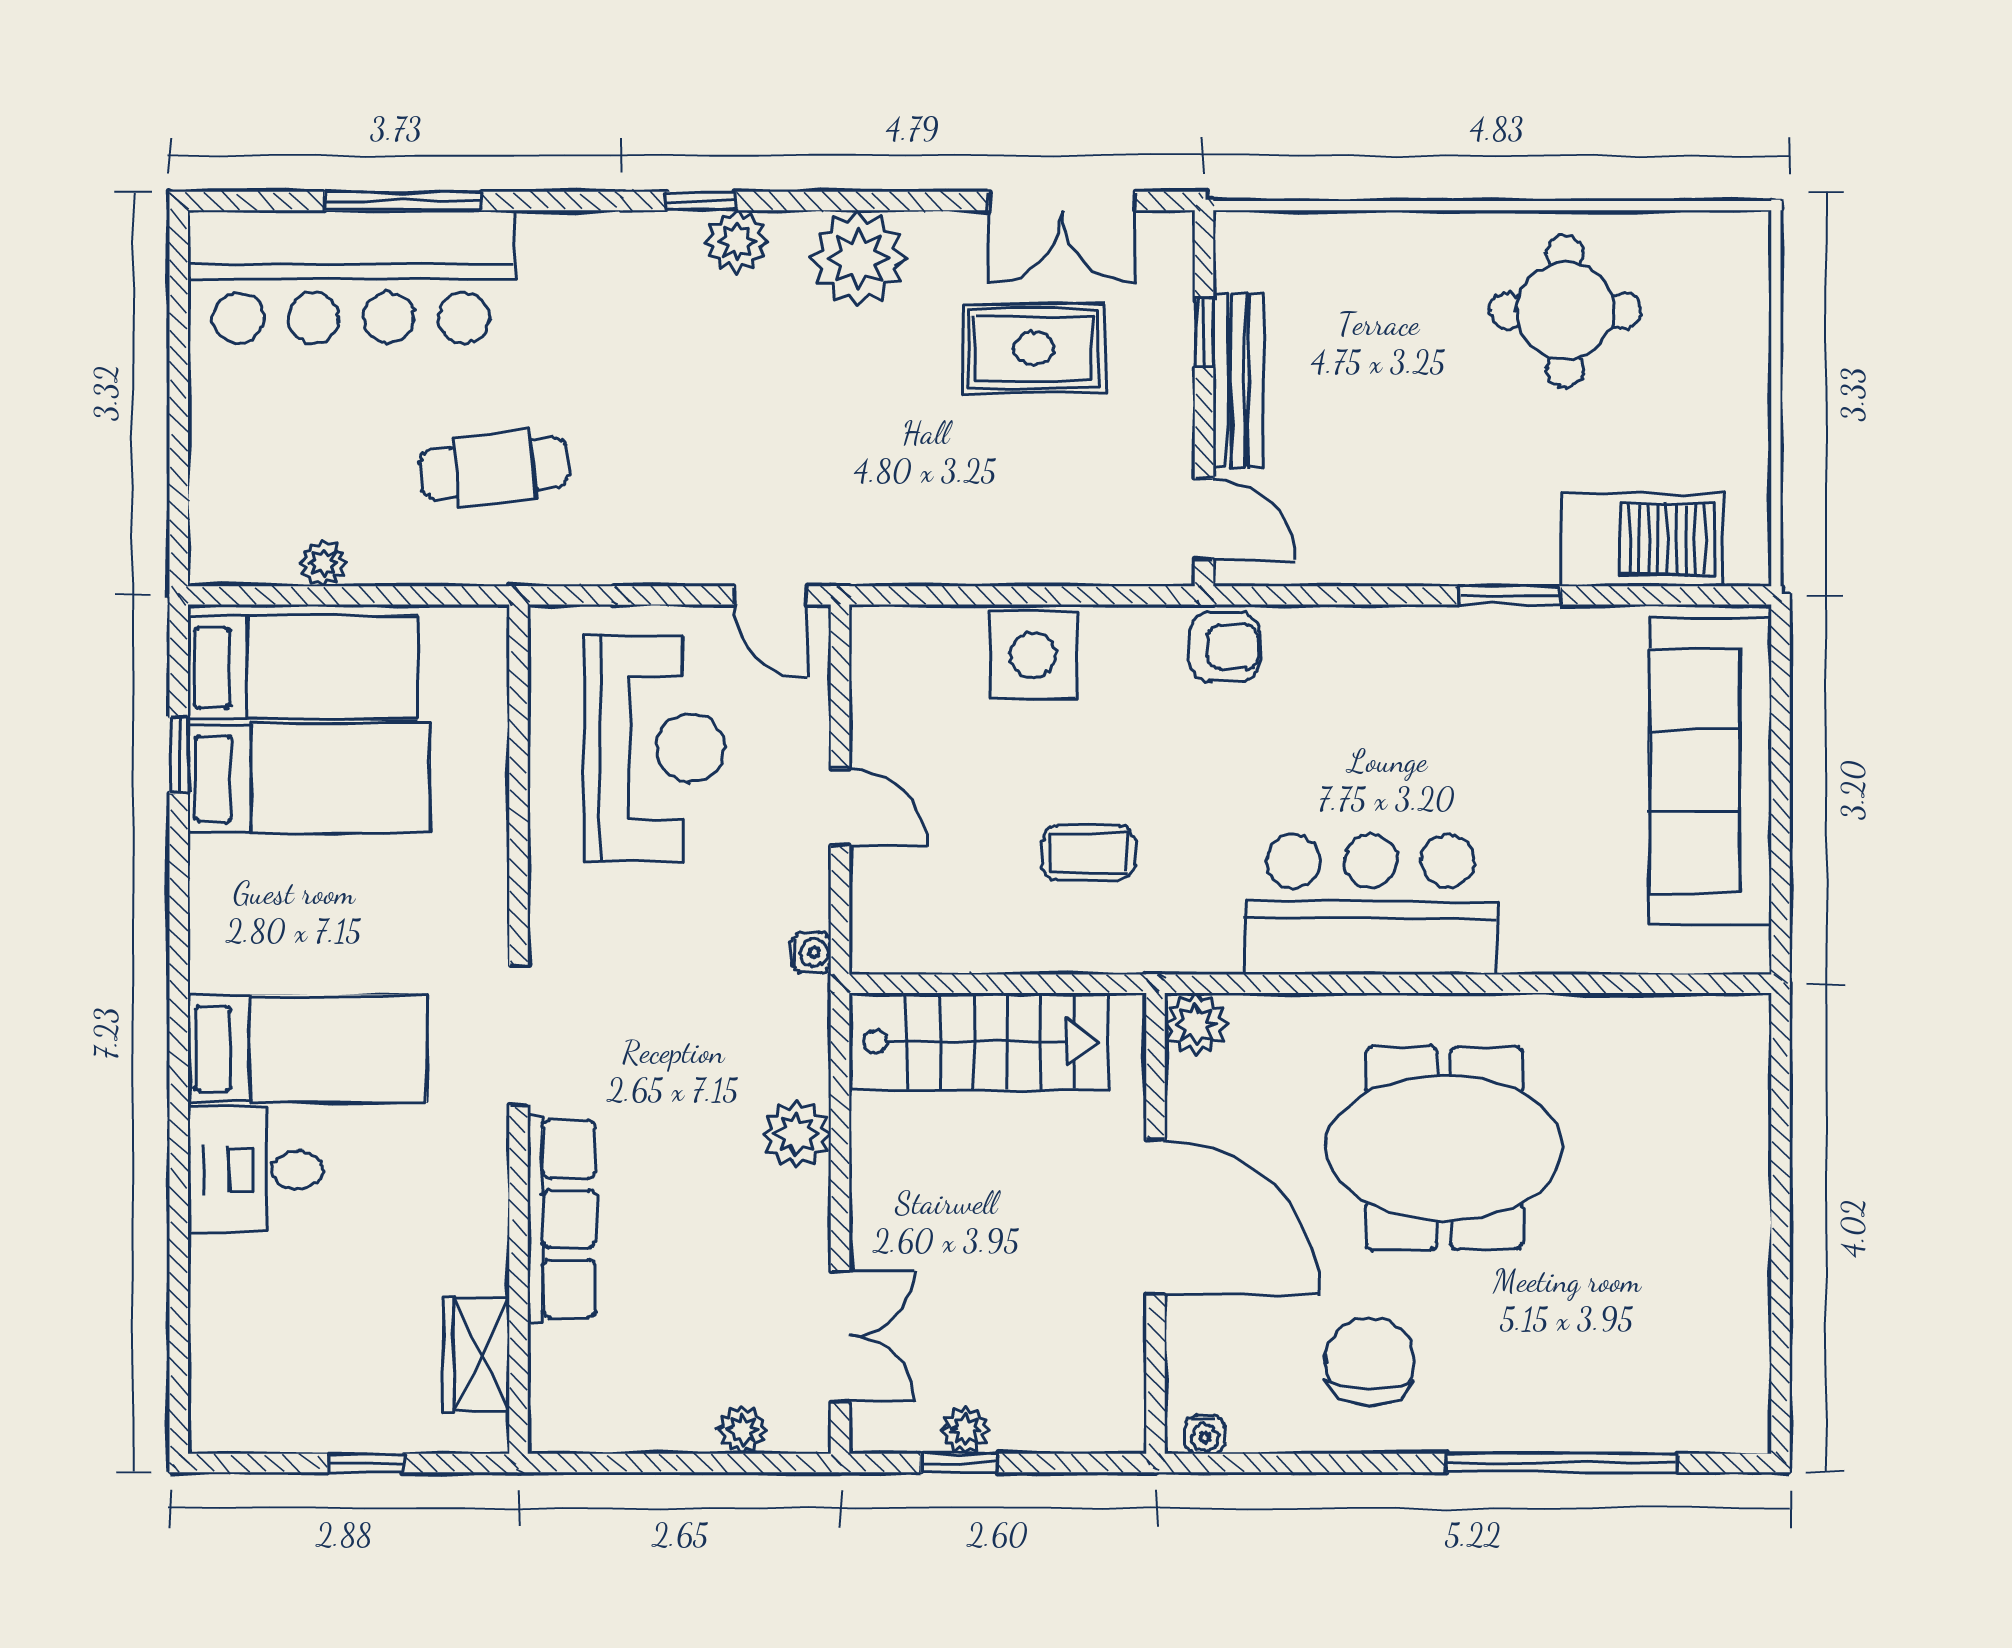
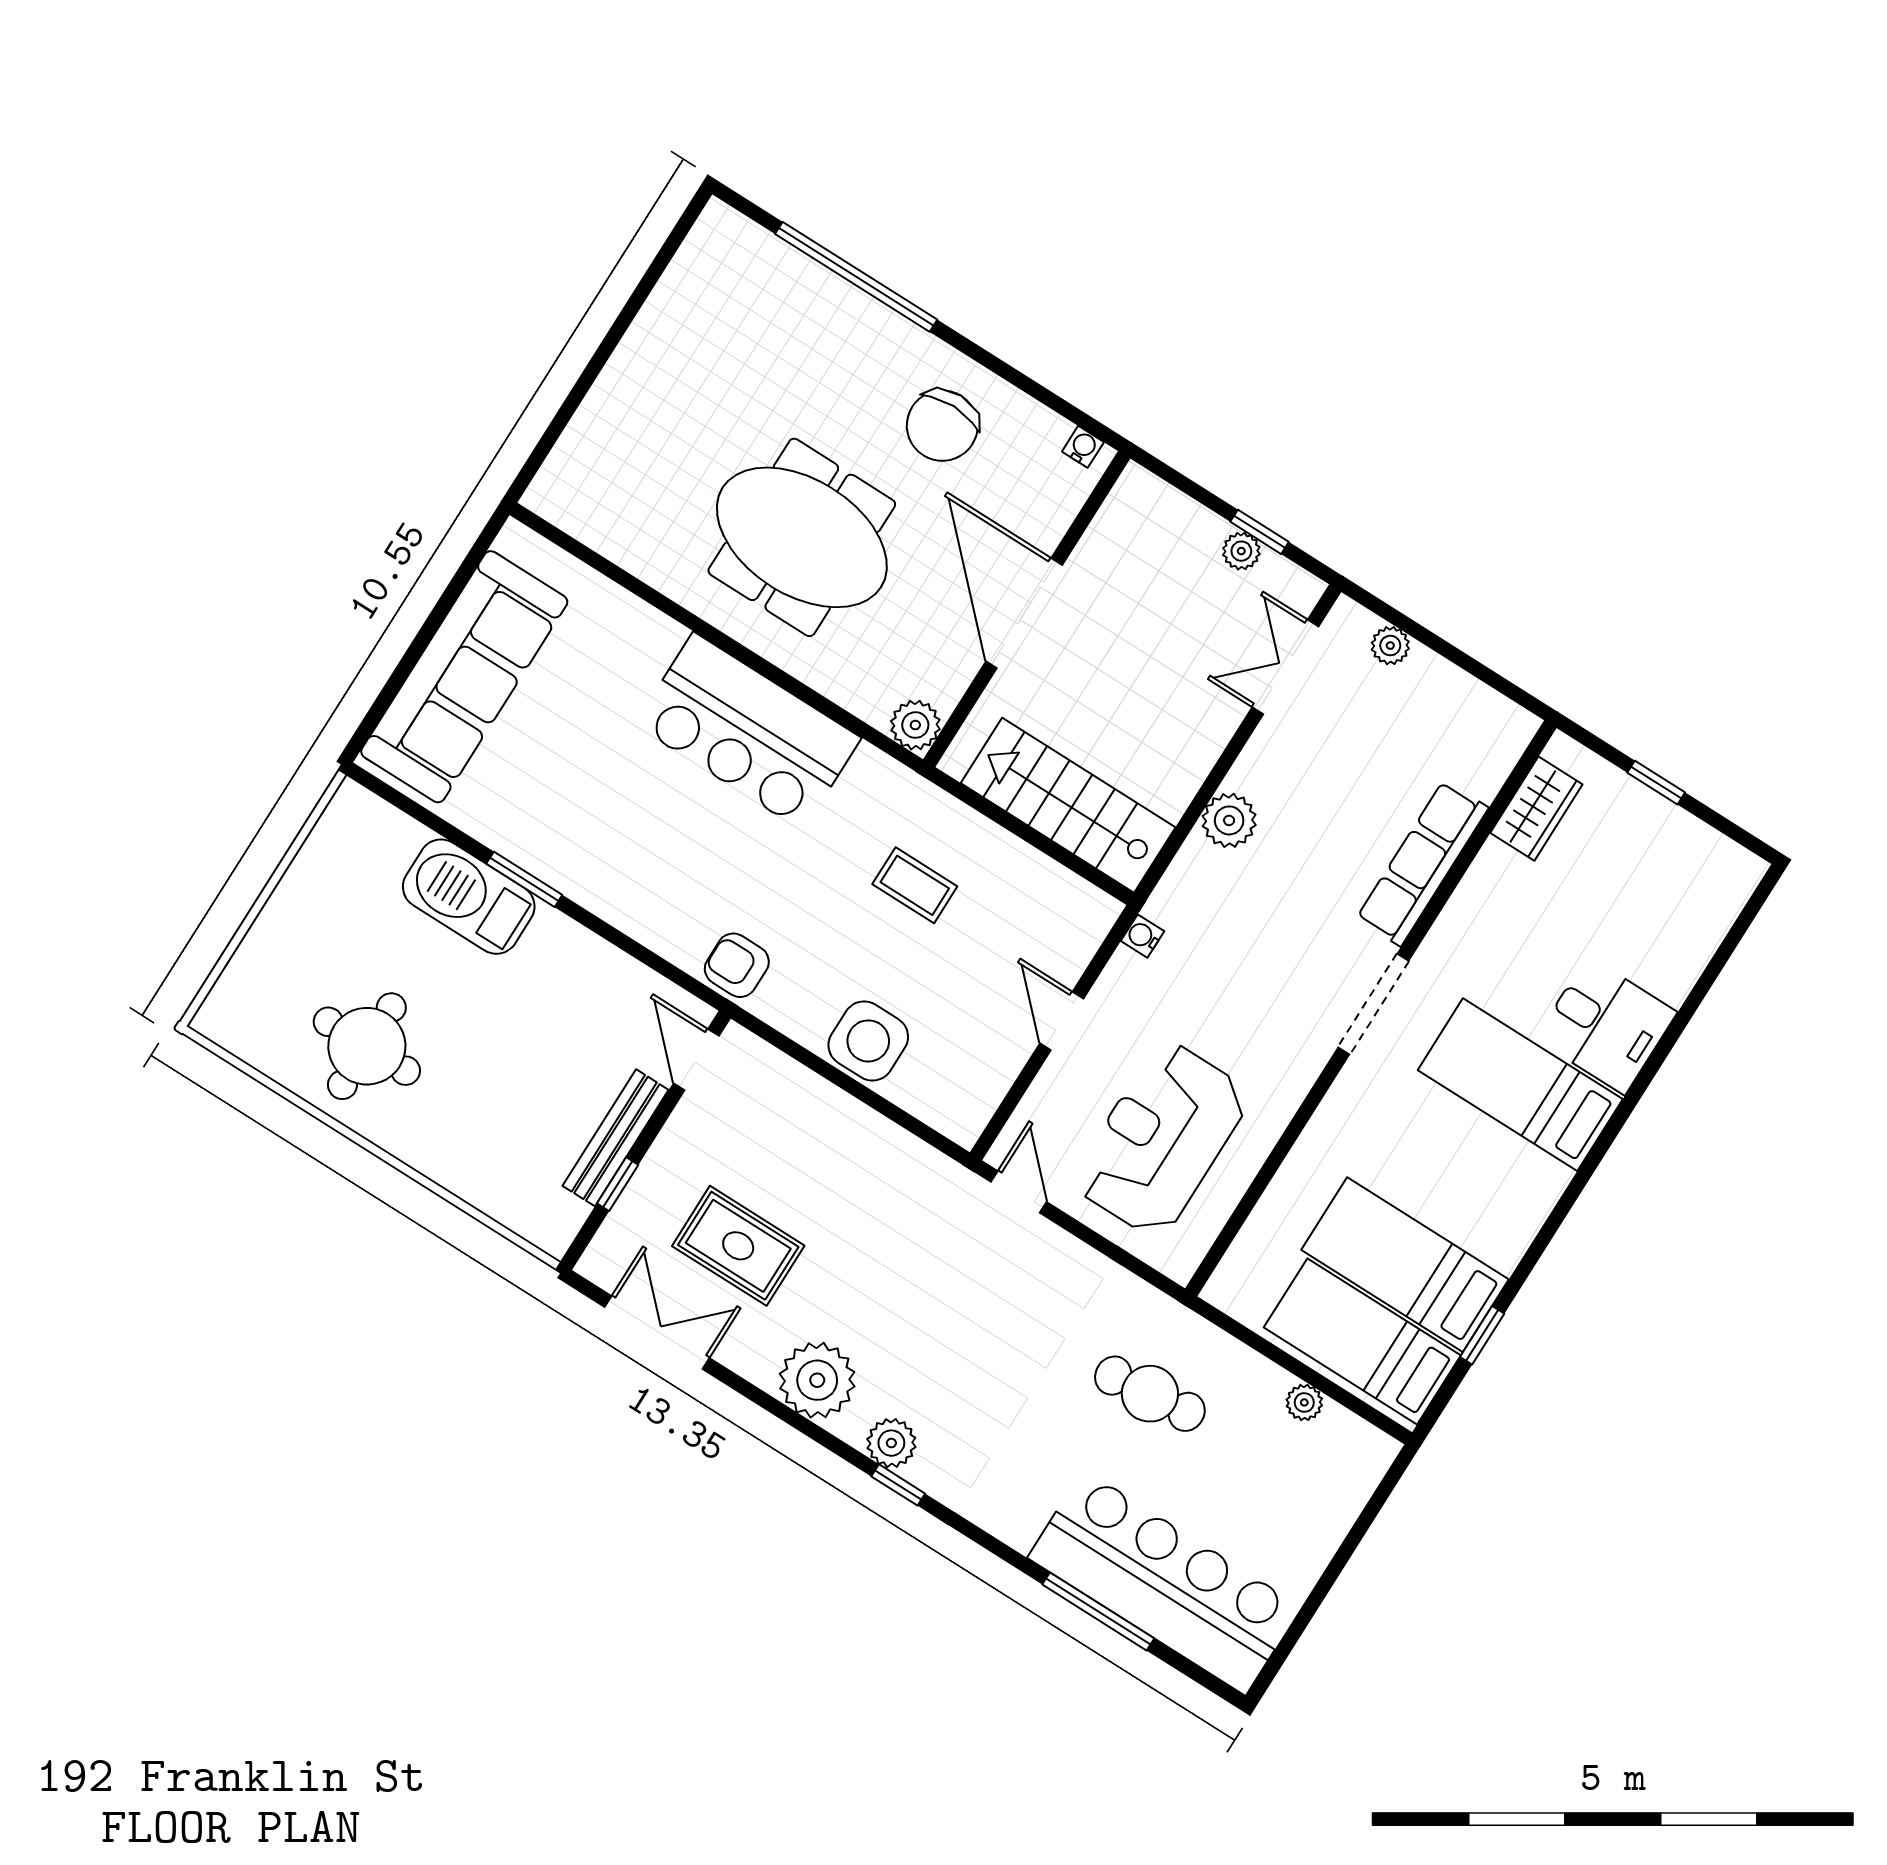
barbecue: (1643, 539) -> (469, 897), moved

